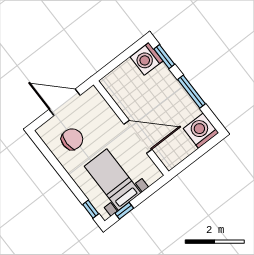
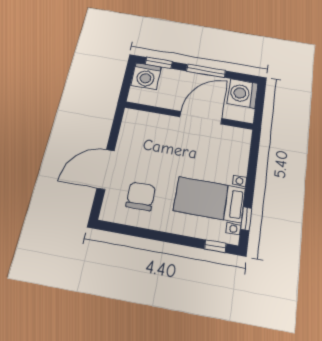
wall: (131, 128) -> (189, 116), moved
door: (138, 137) -> (201, 118), moved

